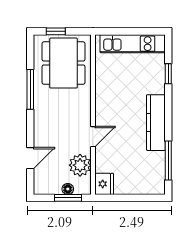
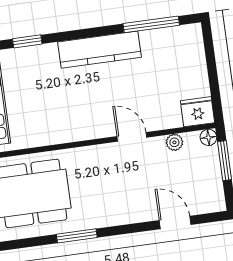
window: (30, 89) -> (77, 236), width x0.69
plant: (80, 165) -> (174, 142), width x0.53, depth x0.53
floor lamp: (68, 189) -> (208, 137), moved

